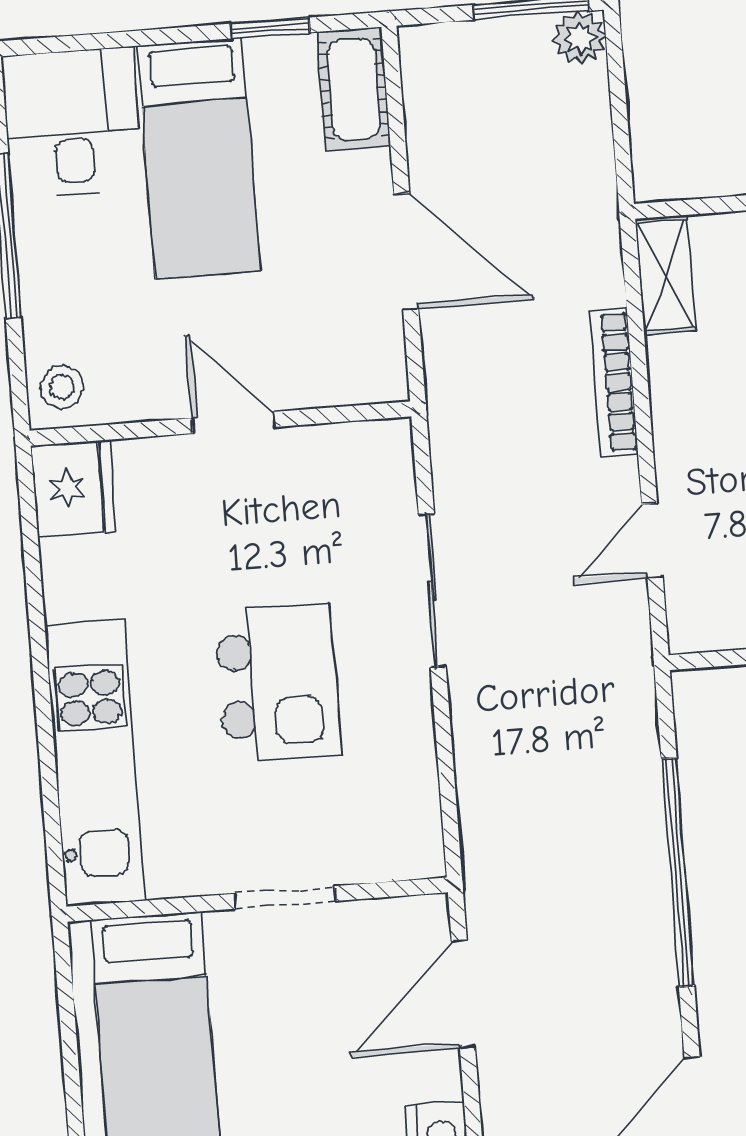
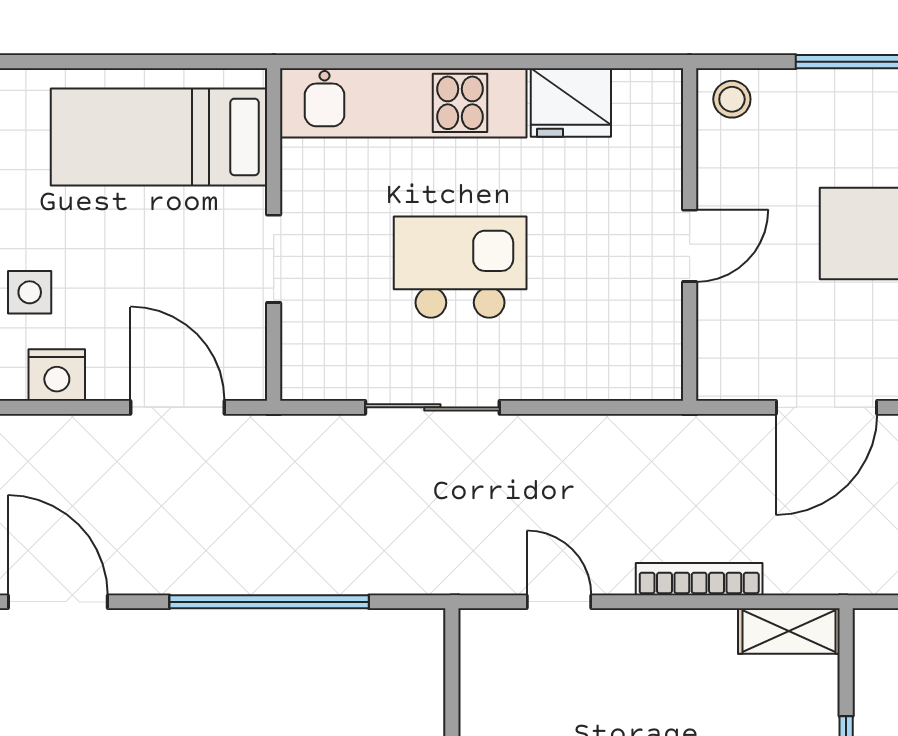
fridge: (74, 488) -> (571, 103), moved
sliding door: (432, 591) -> (432, 407), moved
kitchen island: (278, 683) -> (460, 267), turned 180

